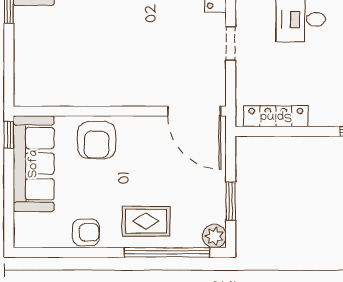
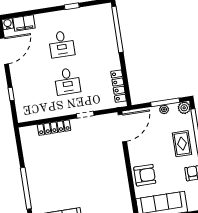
plant: (217, 197) -> (164, 109), added
window: (231, 201) -> (165, 102), width x1.44

